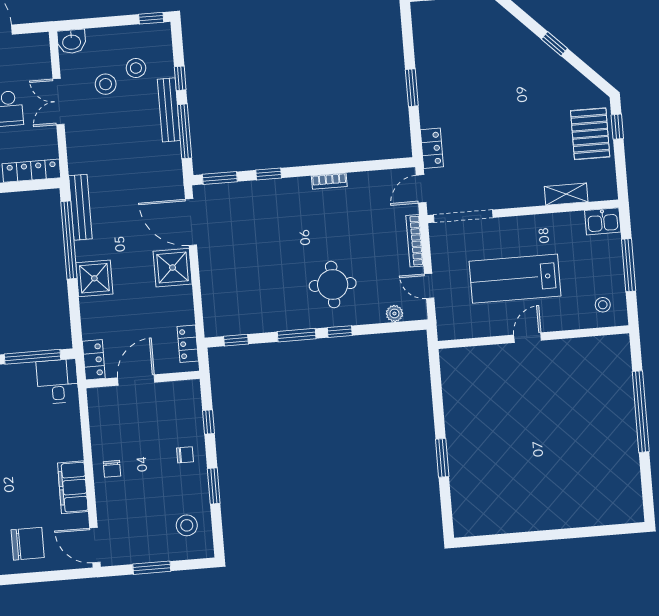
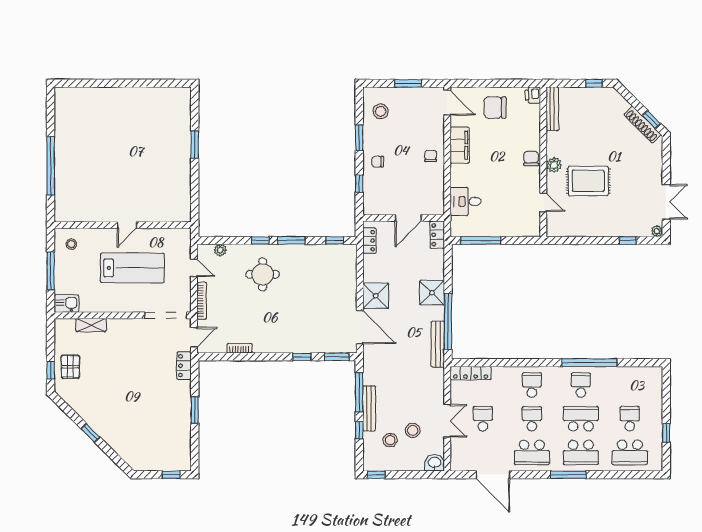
pallet: (590, 134) -> (70, 367), width x0.67, depth x0.71
bookcase: (329, 181) -> (239, 348), moved
desk: (57, 381) -> (465, 202), moved, turned 90

